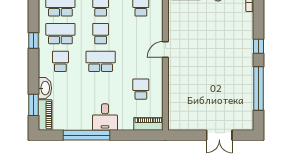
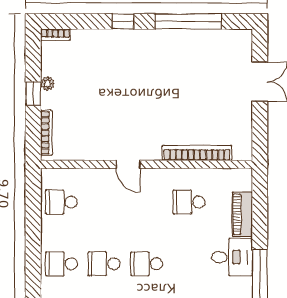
school desk: (101, 61) -> (146, 264), width x0.54
bookcase: (173, 94) -> (197, 153), added
piano: (148, 124) -> (242, 214), moved

